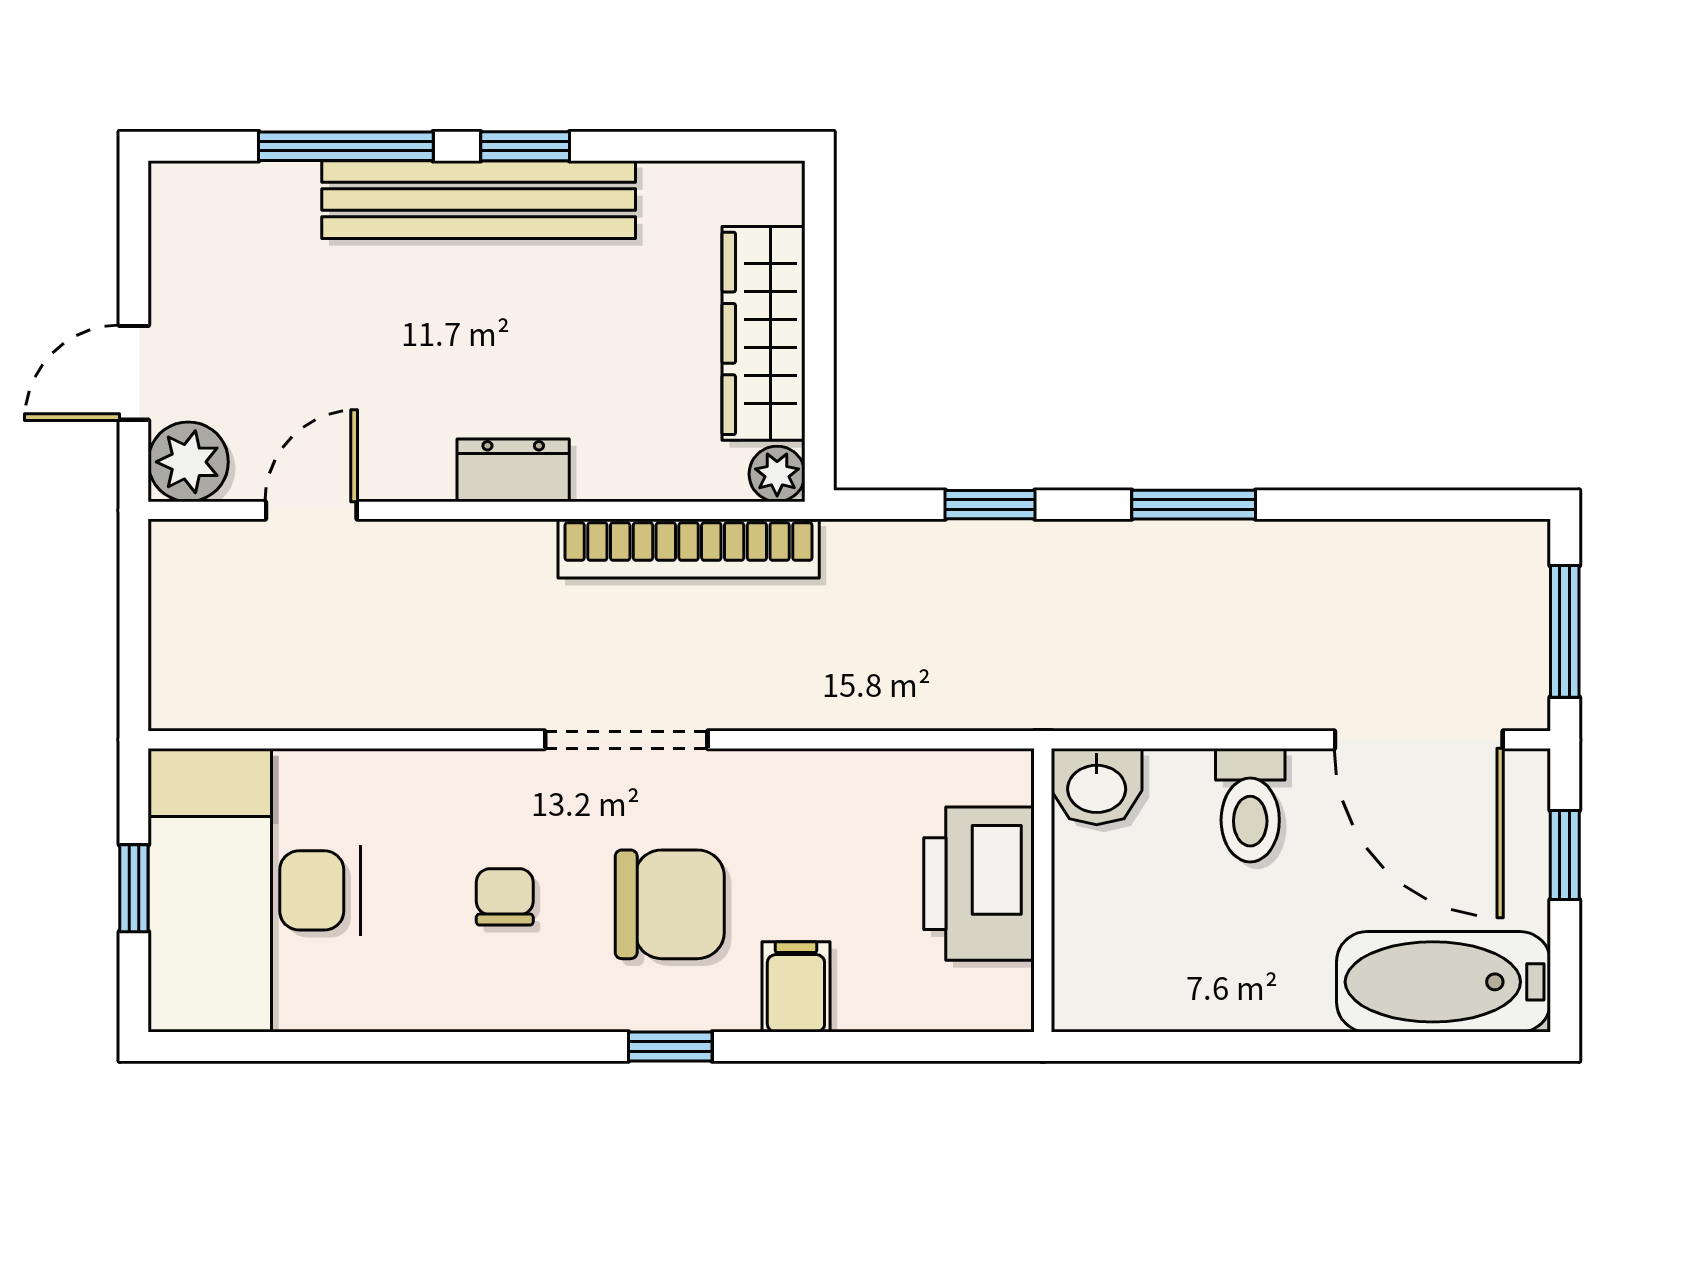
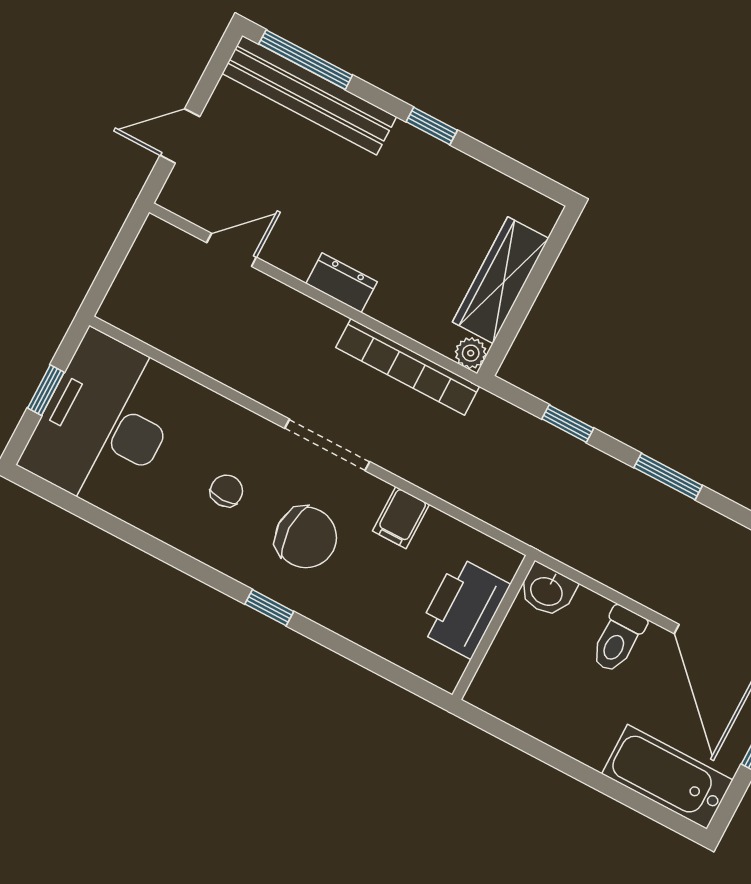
window: (346, 146) -> (306, 60), moved
bench: (479, 200) -> (309, 95), moved
plant: (188, 462) -> (184, 194), removed
filing cabinet: (796, 987) -> (401, 518), moved, turned 180

